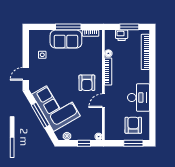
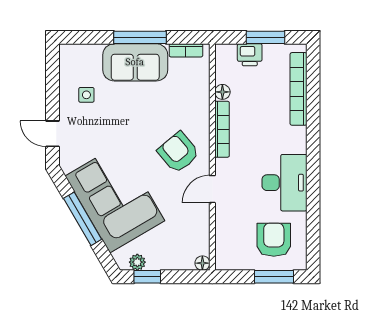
door: (26, 74) -> (53, 134), hinge flipped
armchair: (87, 83) -> (178, 152), turned 140
window: (84, 143) -> (147, 277), moved

